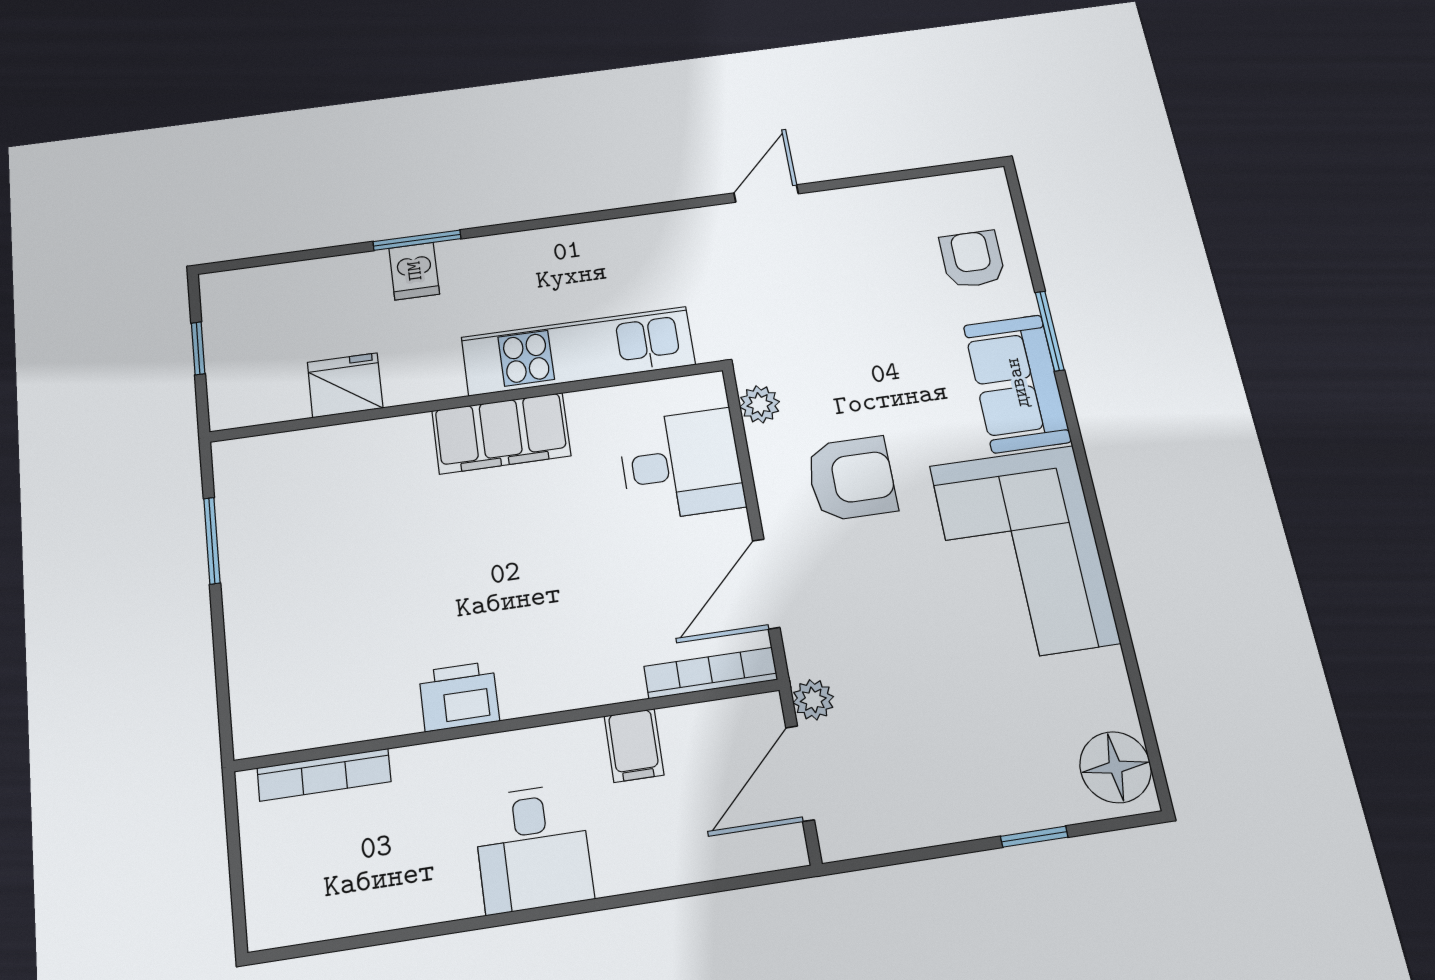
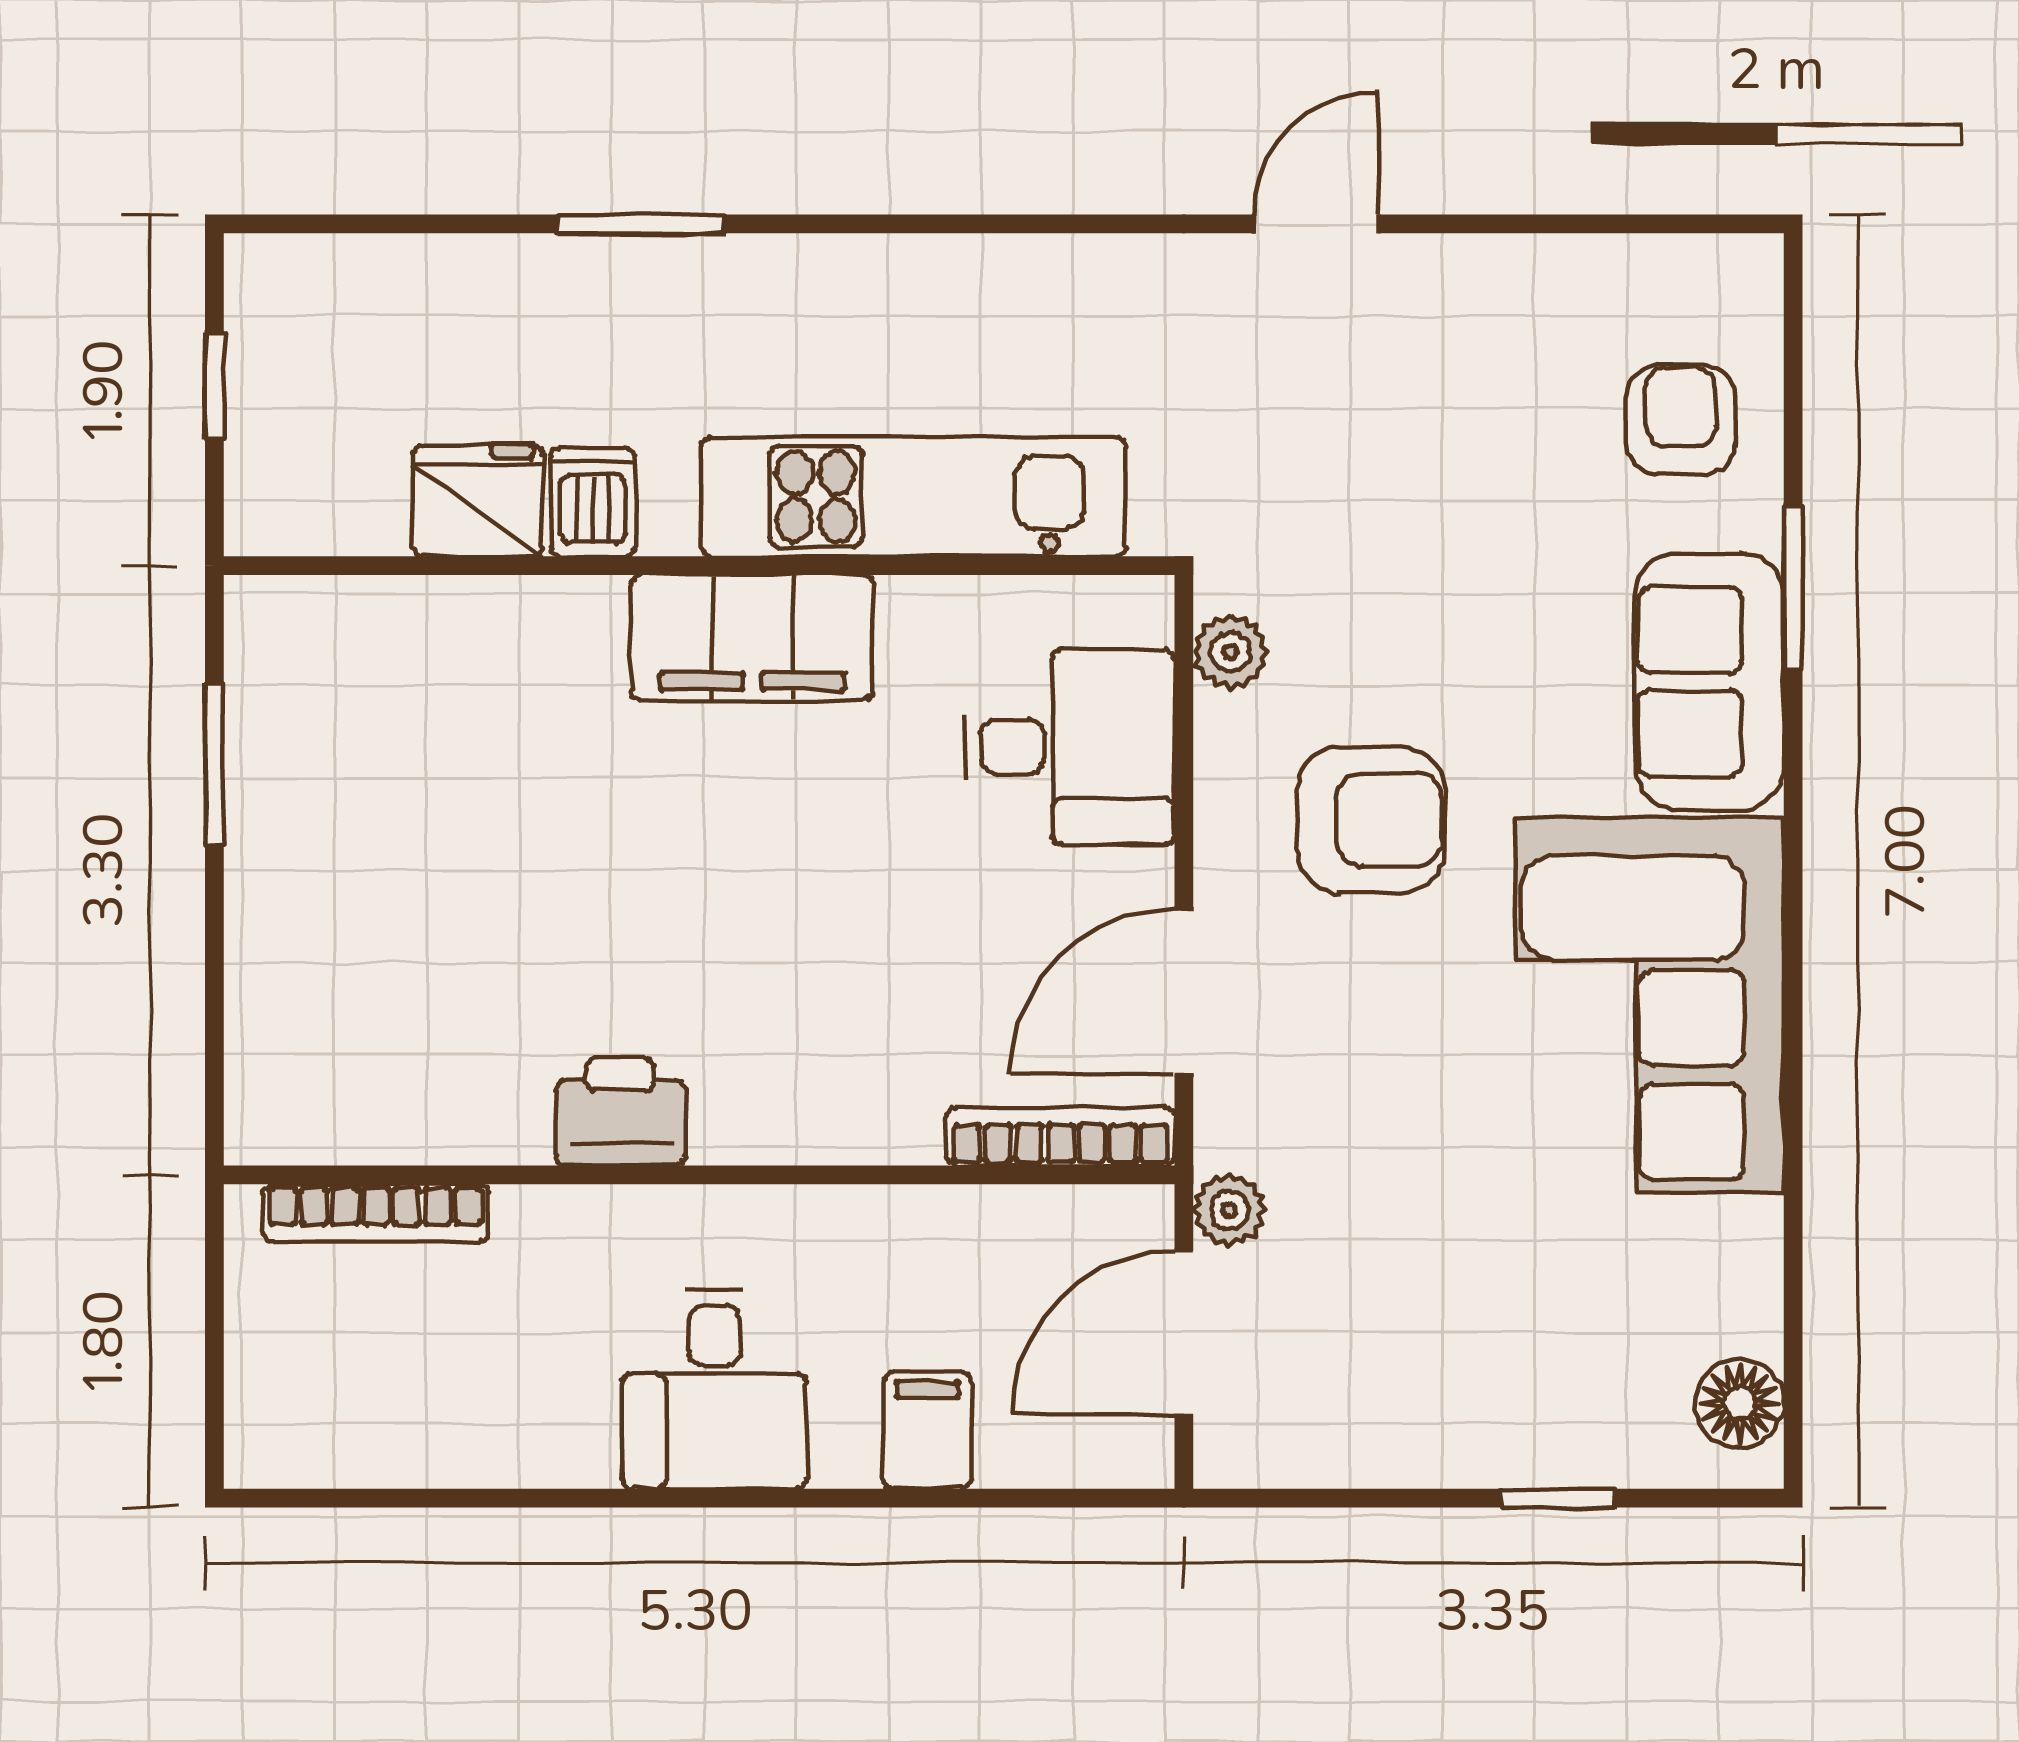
dishwasher: (414, 271) -> (593, 502), moved, turned 180
filing cabinet: (634, 745) -> (928, 1431), moved, turned 180
floor lamp: (1115, 767) -> (1740, 1403), width x0.73, depth x0.73

